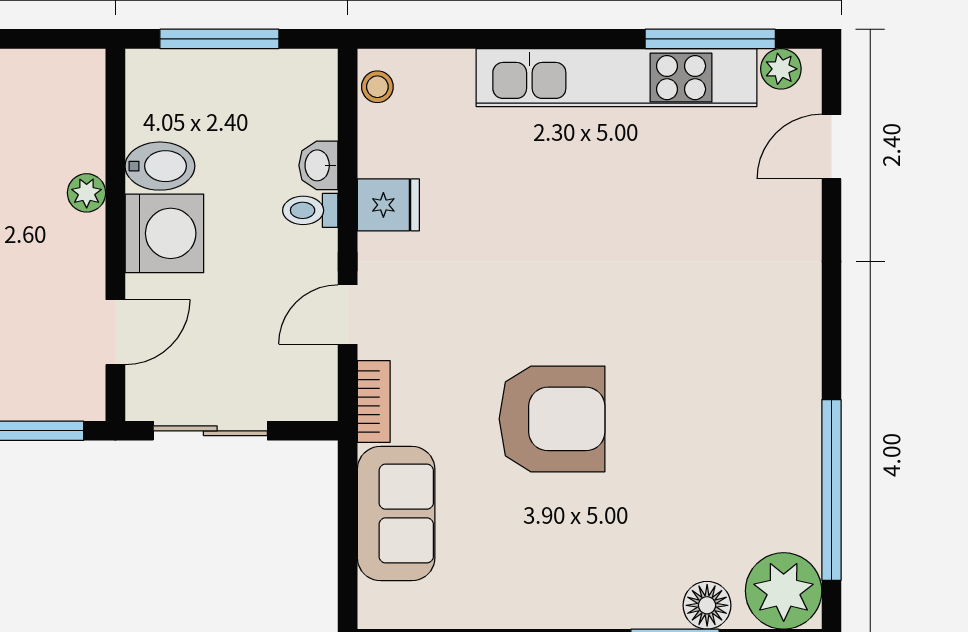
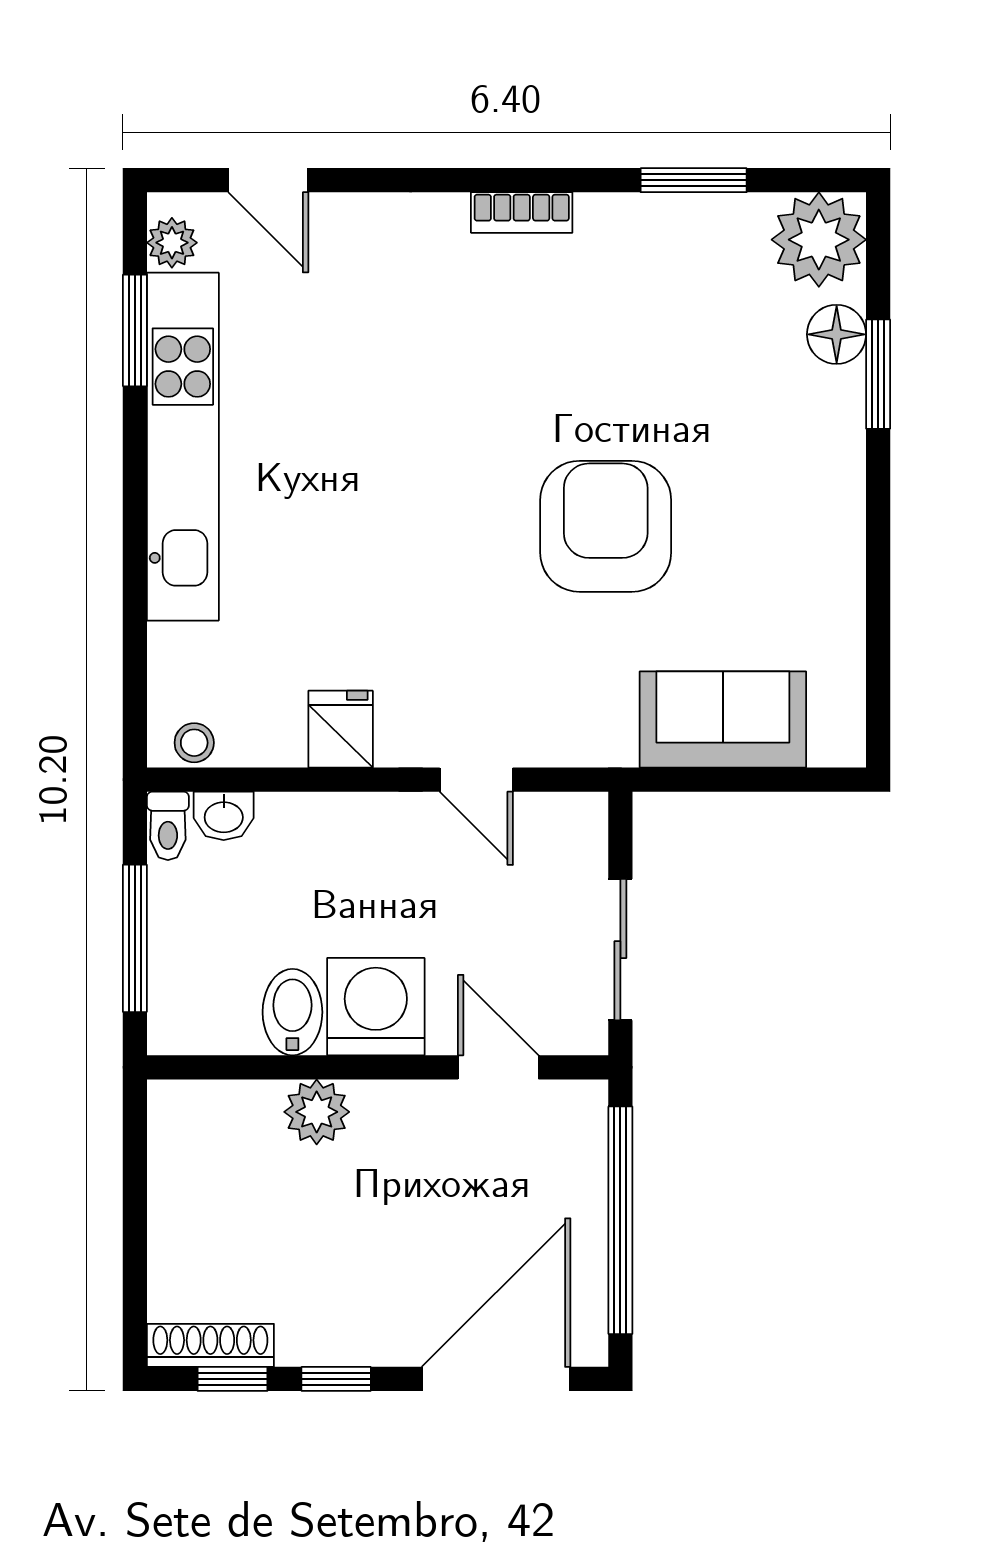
window: (710, 39) -> (135, 330), width x0.69
washbasin: (318, 165) -> (224, 816), moved
plant: (87, 193) -> (317, 1112), width x1.38, depth x1.38
toilet: (310, 210) -> (168, 826), moved
bookcase: (374, 402) -> (522, 213), moved, turned 180
window: (831, 490) -> (694, 180), width x0.47

